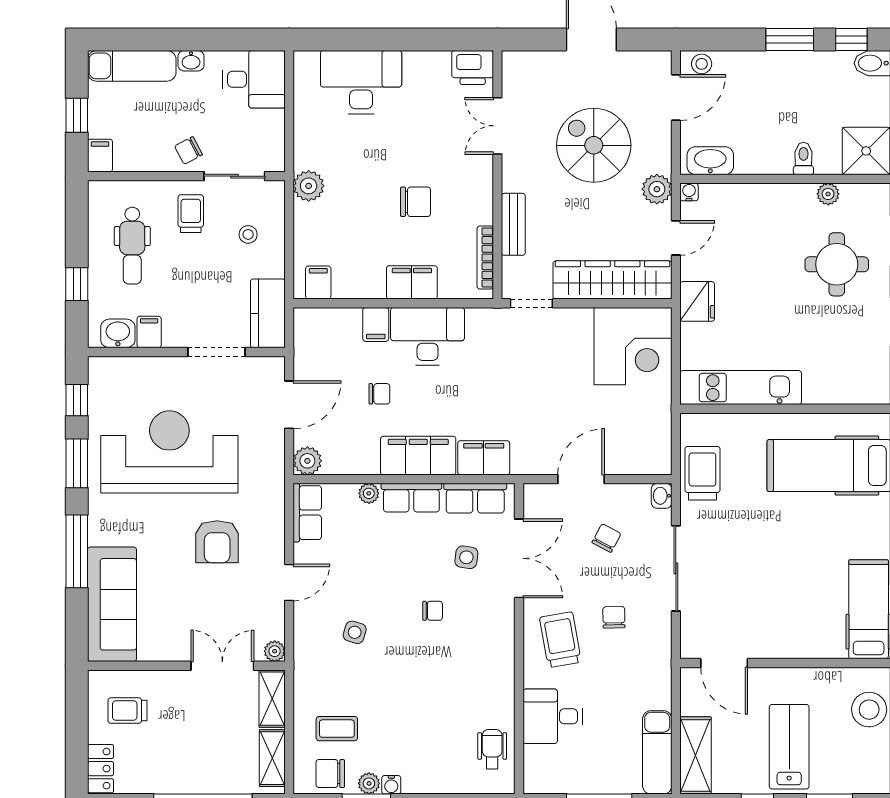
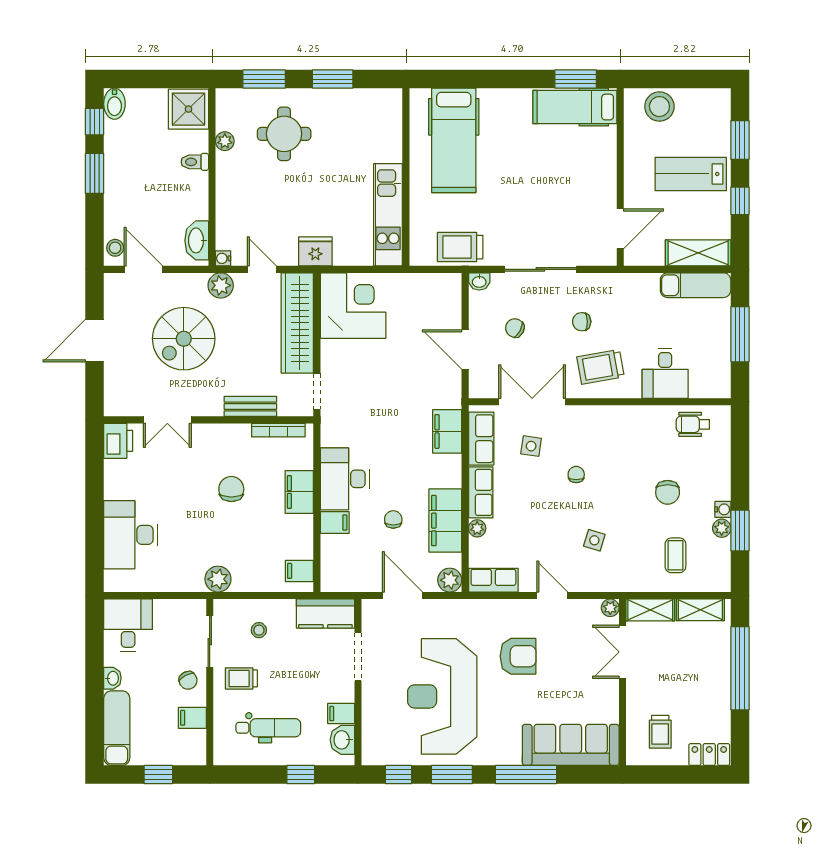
filing cabinet: (100, 156) -> (192, 718), moved
filing cabinet: (418, 456) -> (445, 521), moved
chair: (330, 774) -> (668, 492), moved

